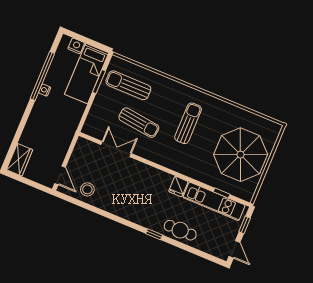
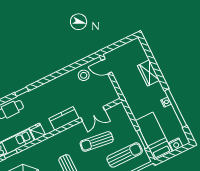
wardrobe: (20, 160) -> (148, 73), moved
kitchen counter: (144, 172) -> (64, 119), added

